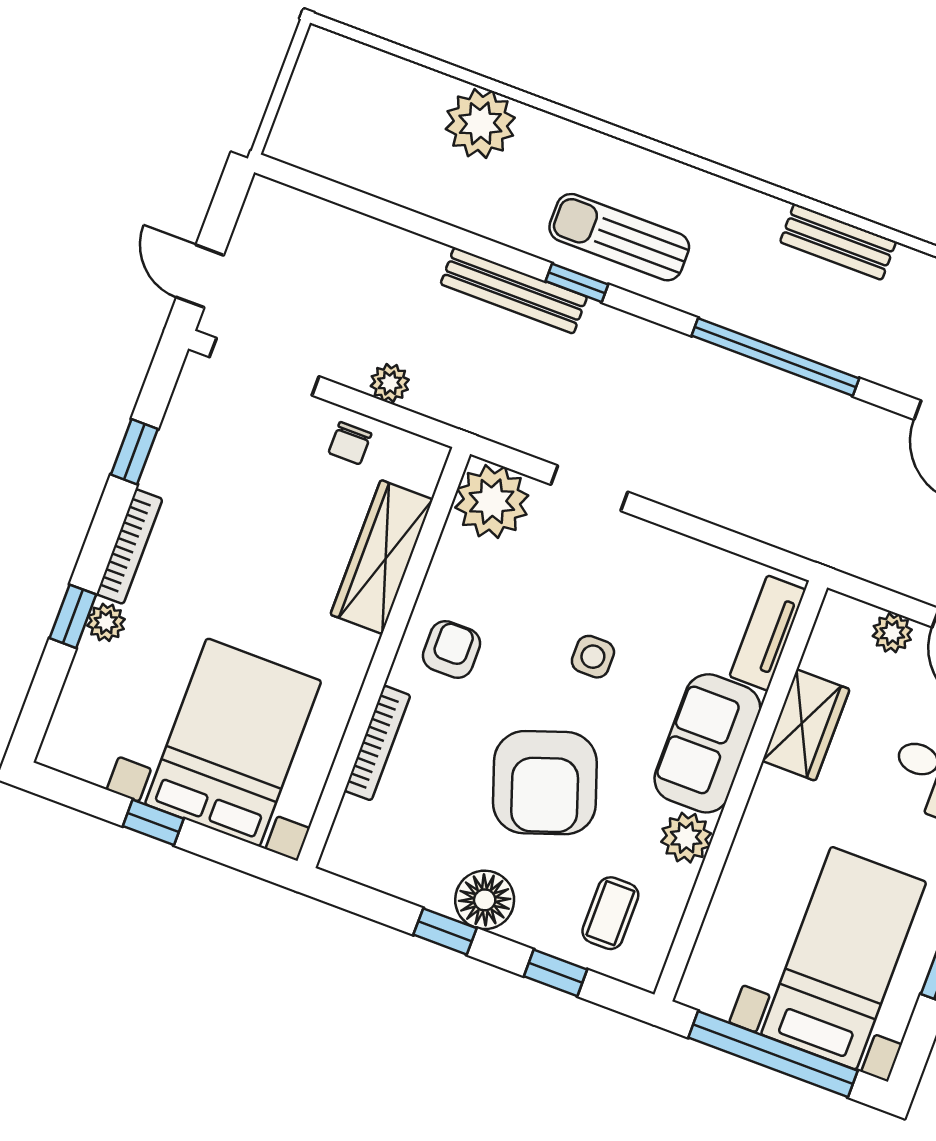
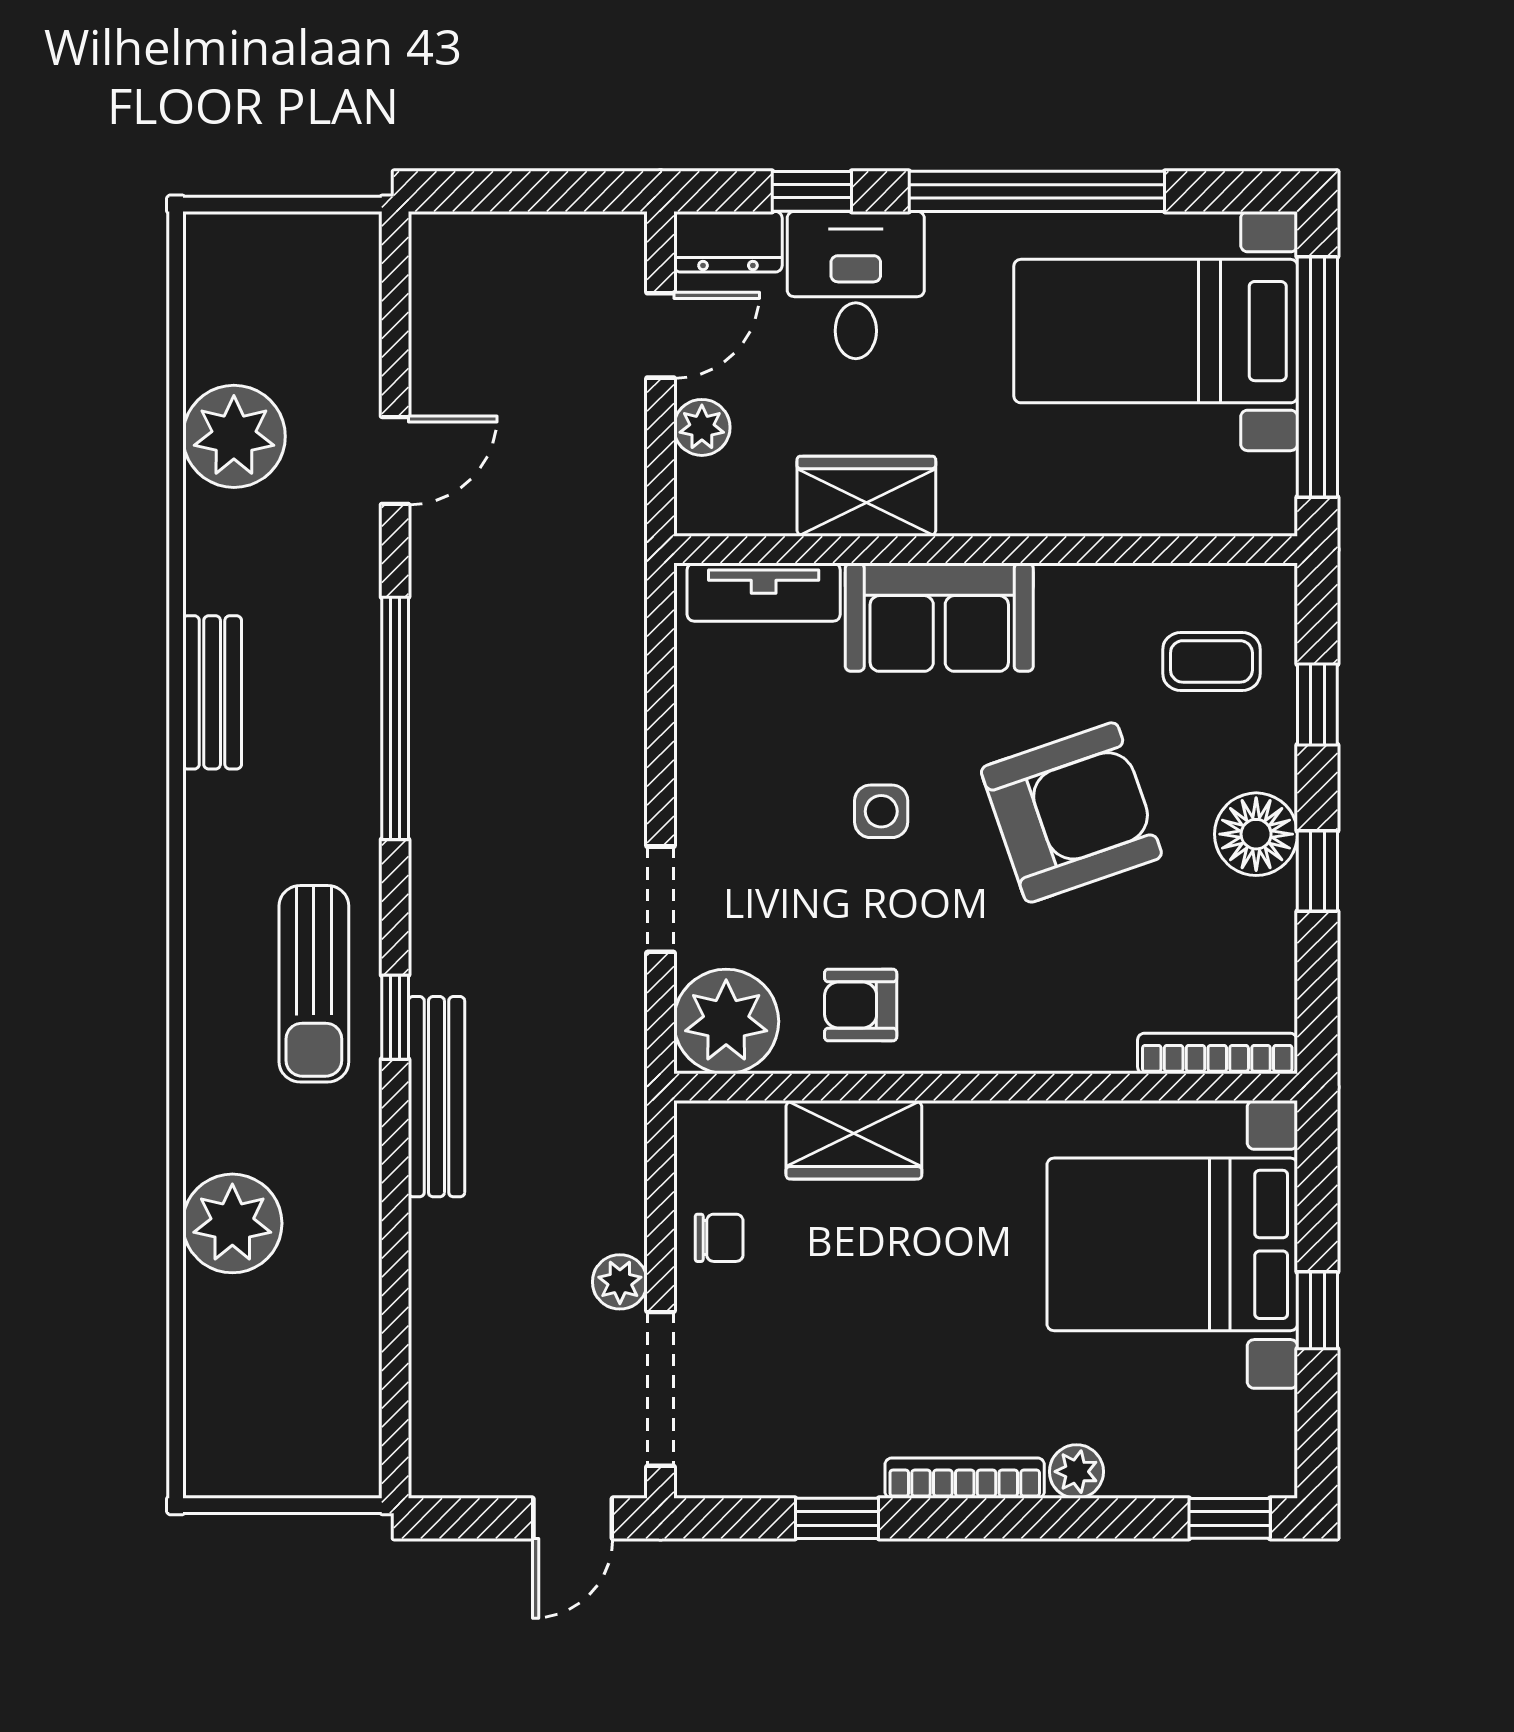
plant: (390, 383) -> (620, 1282), moved
wardrobe: (382, 557) -> (854, 1140), width x0.67
window: (73, 616) -> (1230, 1518), moved
armchair: (451, 650) -> (861, 1005), moved
bookcase: (377, 743) -> (1217, 1053), moved
plant: (686, 838) -> (1074, 599), removed

